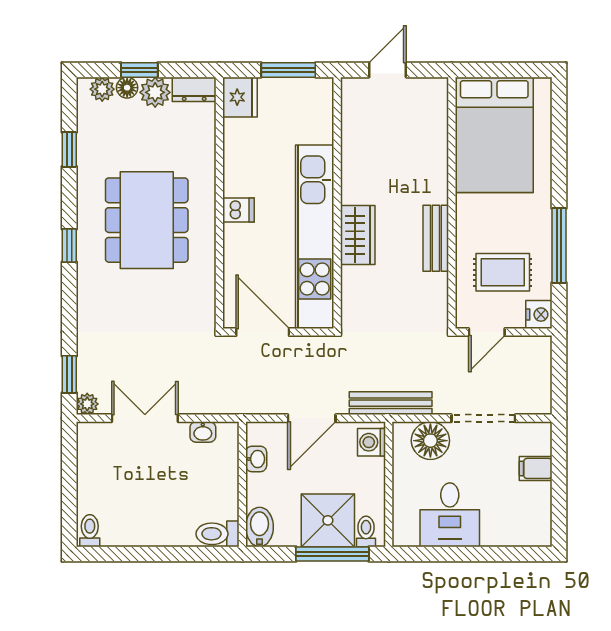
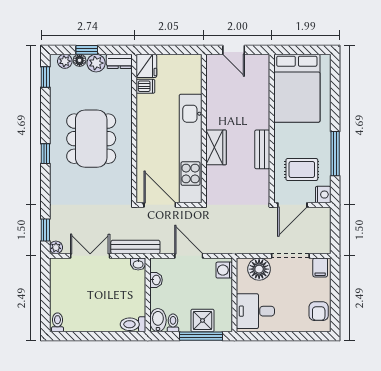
window: (288, 70) -> (175, 50), removed
door: (388, 70) -> (234, 50), swing flipped
window: (69, 149) -> (45, 77), moved
dishwasher: (238, 210) -> (145, 86), moved
door: (487, 332) -> (292, 205), width x1.38
bench: (391, 403) -> (135, 247), moved
door: (312, 418) -> (189, 256), swing flipped
washbasin: (203, 432) -> (138, 264), moved
filing cabinet: (536, 468) -> (320, 267), moved, turned -90
armchair: (531, 512) -> (319, 311), added
desk: (450, 515) -> (255, 311), moved, turned 90
shower: (328, 520) -> (203, 320), width x0.73, depth x0.73
toilet: (366, 531) -> (173, 323), moved

